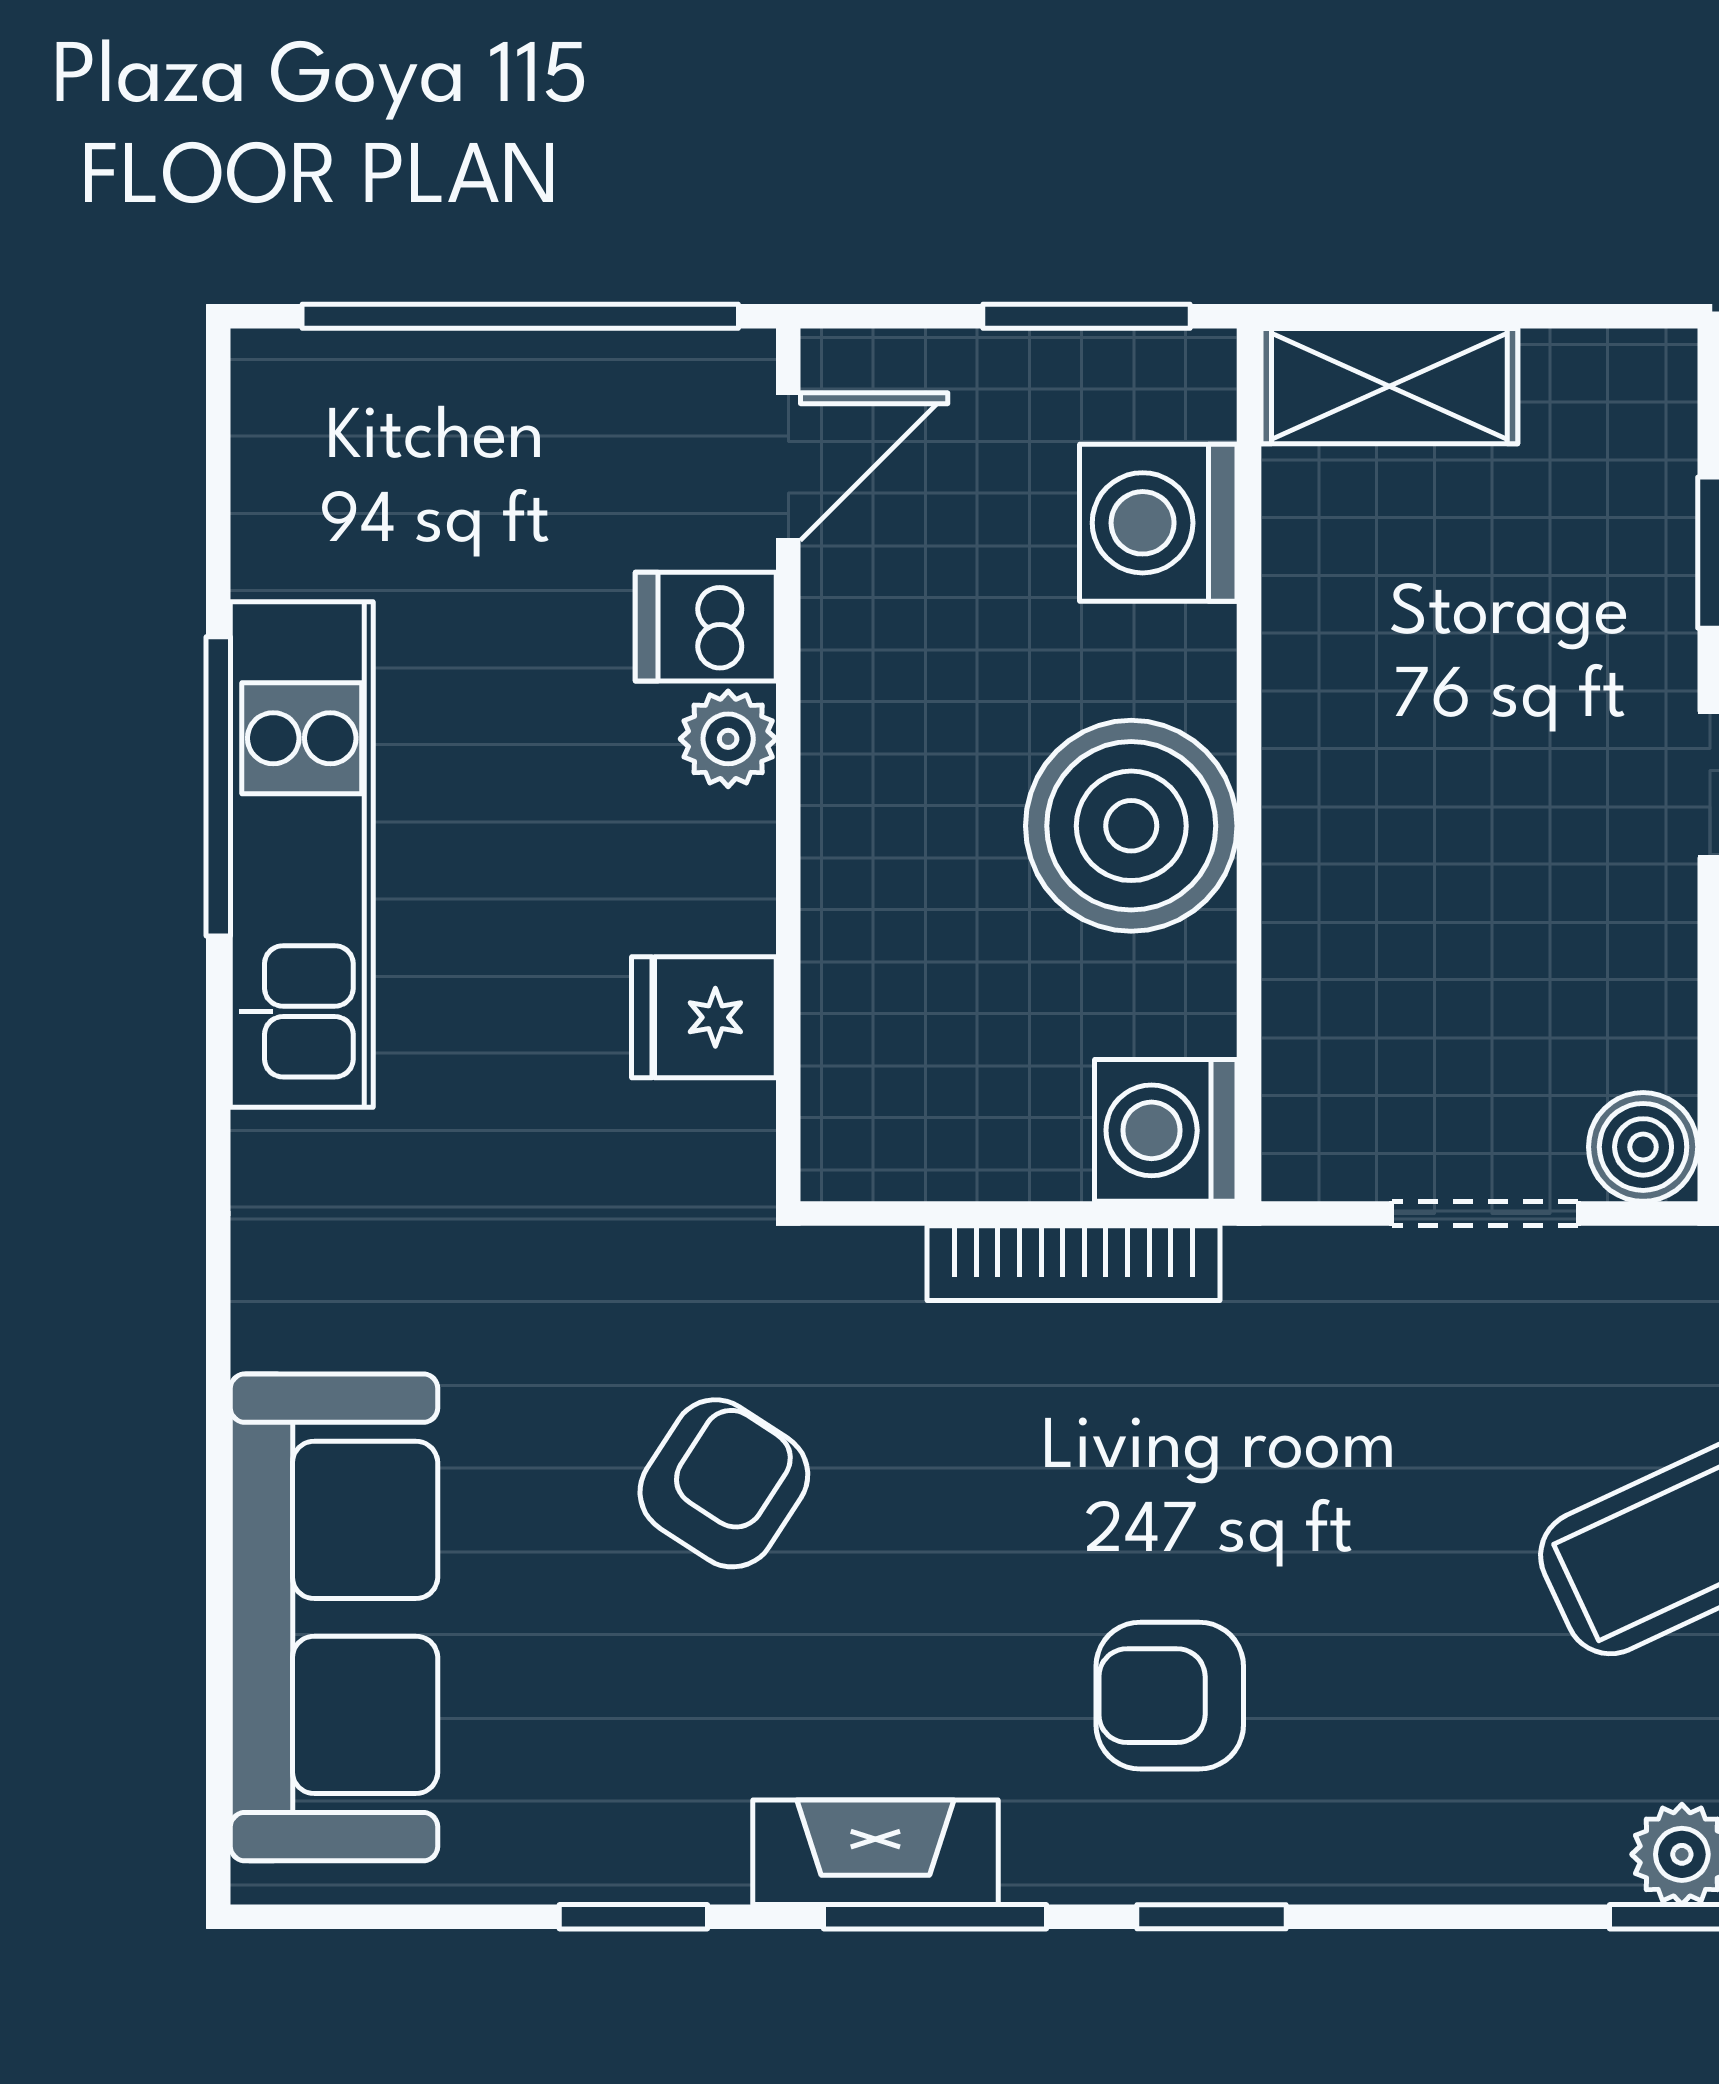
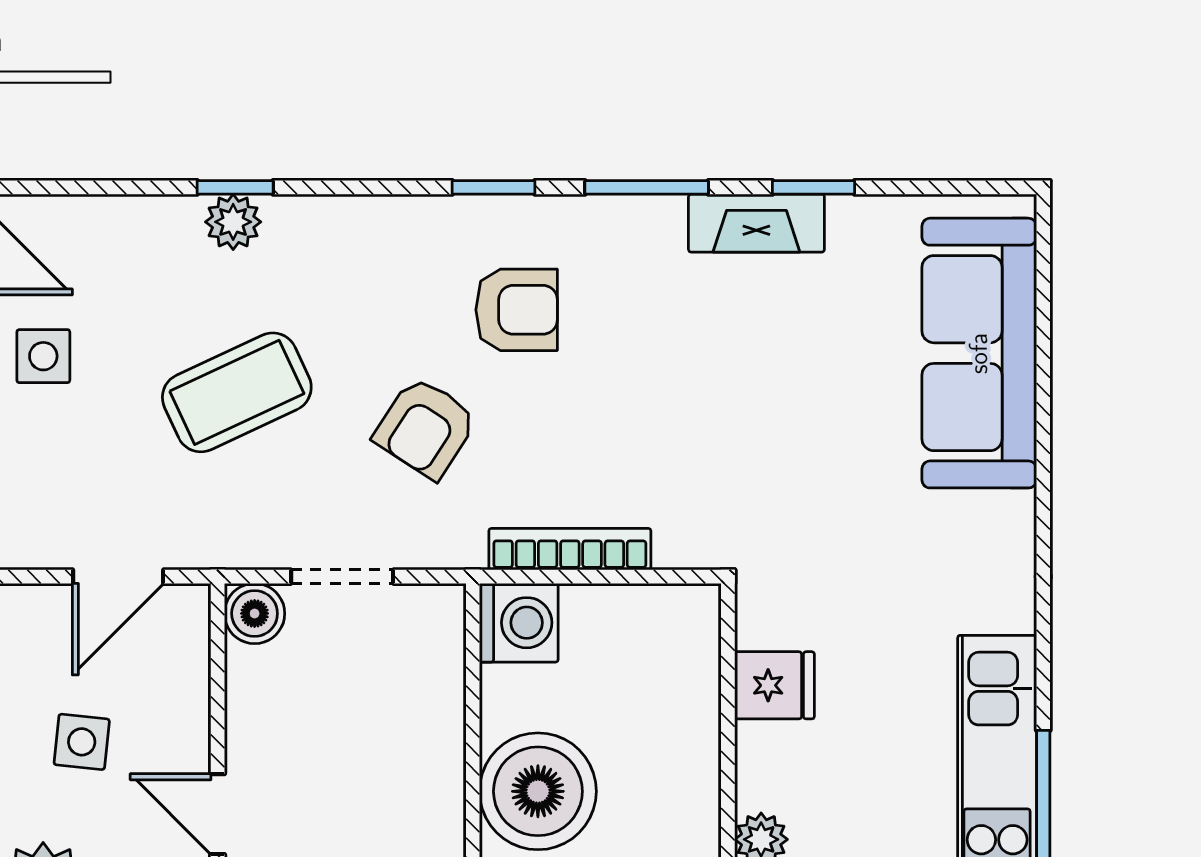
armchair: (724, 1483) -> (426, 428), moved
fireplace: (875, 1852) -> (756, 223), moved

